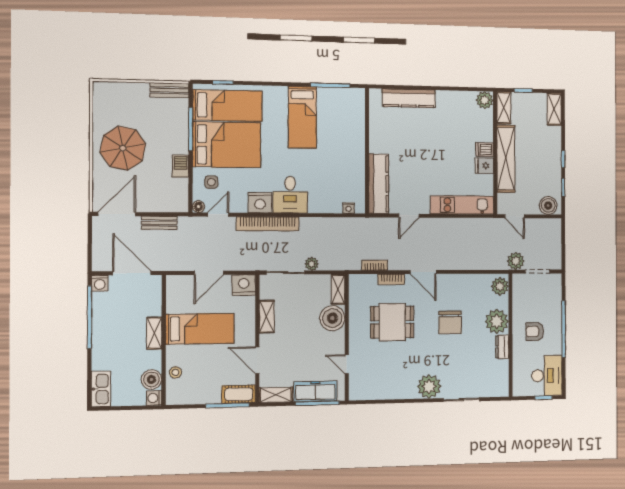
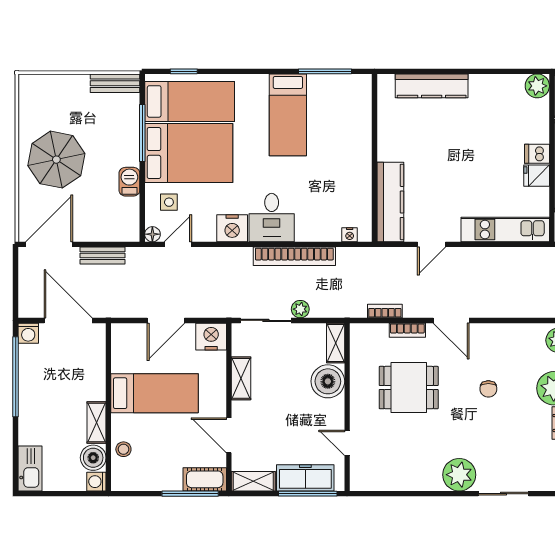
bookcase: (268, 224) -> (294, 256), moved
chair: (450, 322) -> (488, 389), width x0.54, depth x0.54
shelving: (154, 333) -> (97, 422), moved

